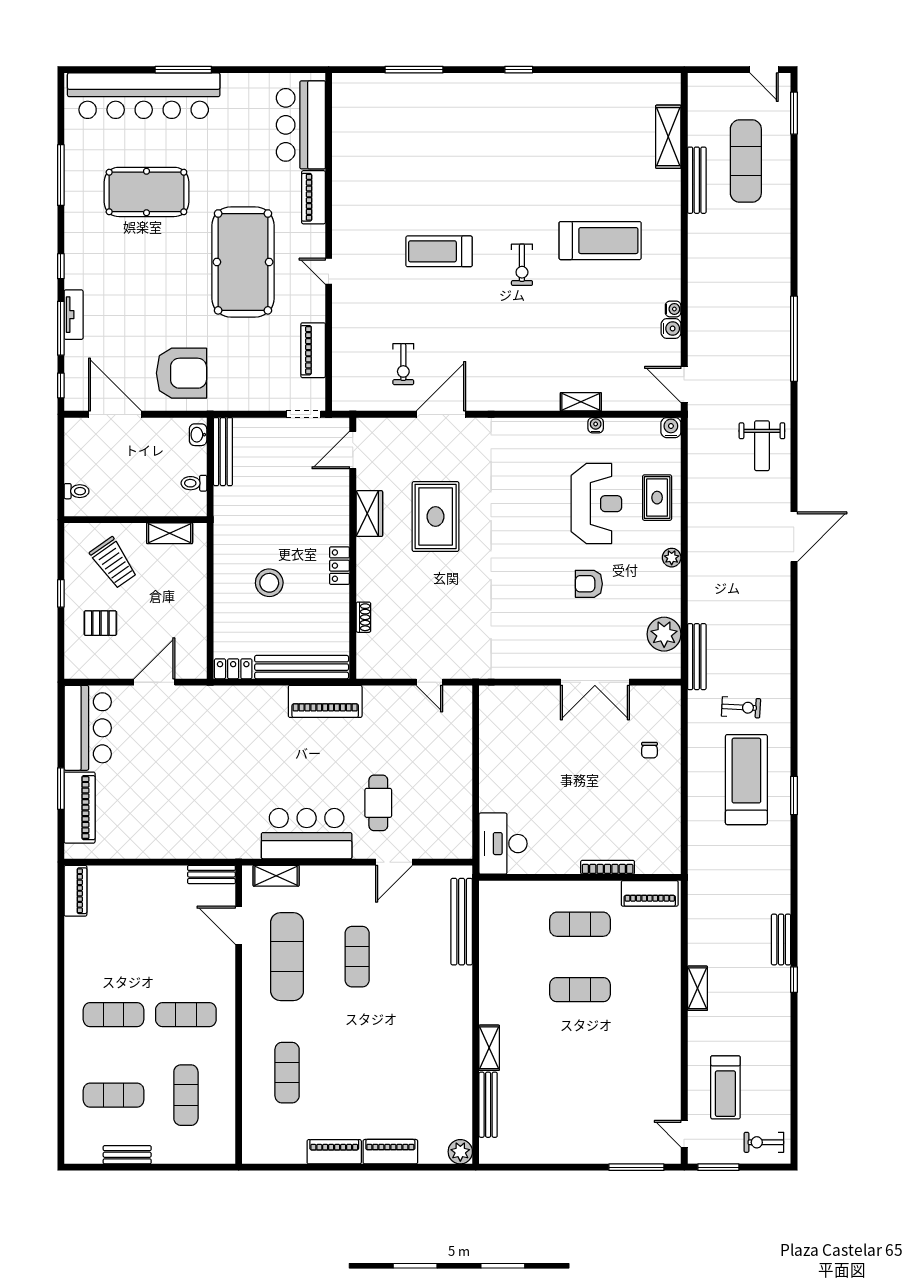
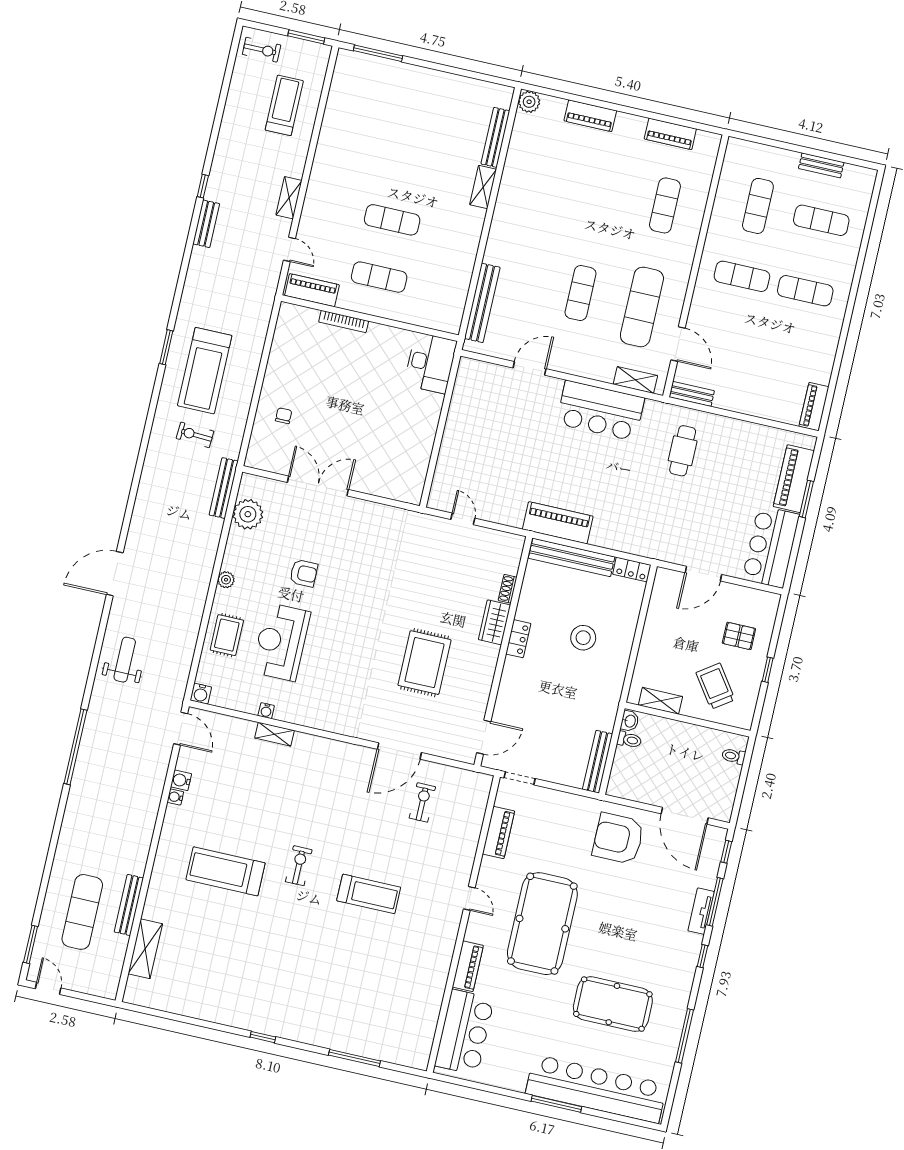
washbasin: (198, 435) -> (630, 721), moved
wardrobe: (369, 514) -> (494, 622), moved
cafe table: (378, 803) -> (683, 451), moved
door: (684, 1134) -> (289, 249), moved
piano: (334, 1152) -> (670, 134), moved

